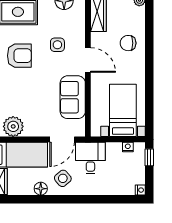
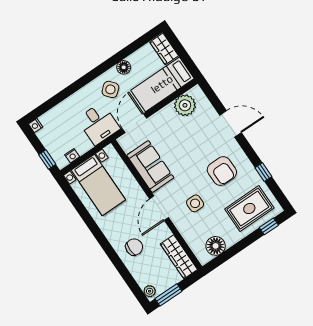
armchair: (19, 56) -> (222, 171), turned -90
door: (88, 60) -> (159, 208), hinge flipped

